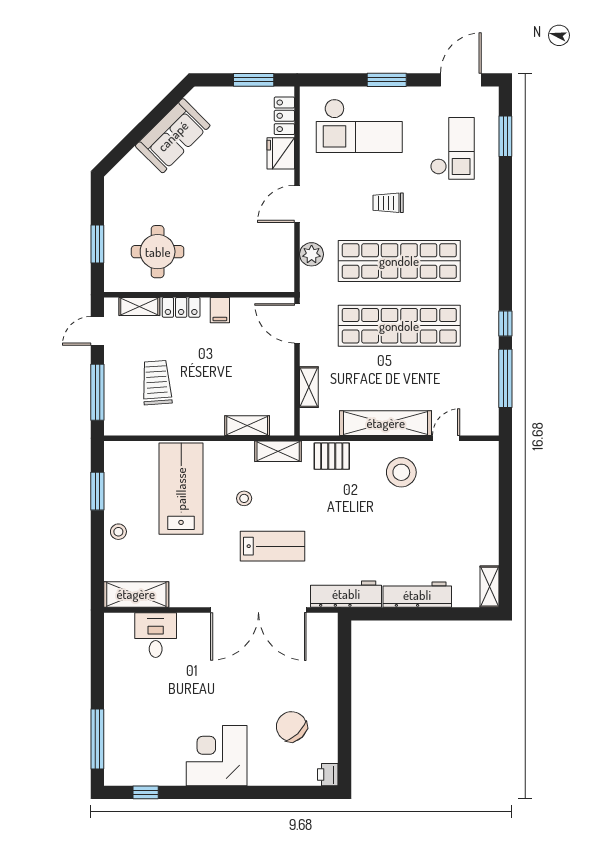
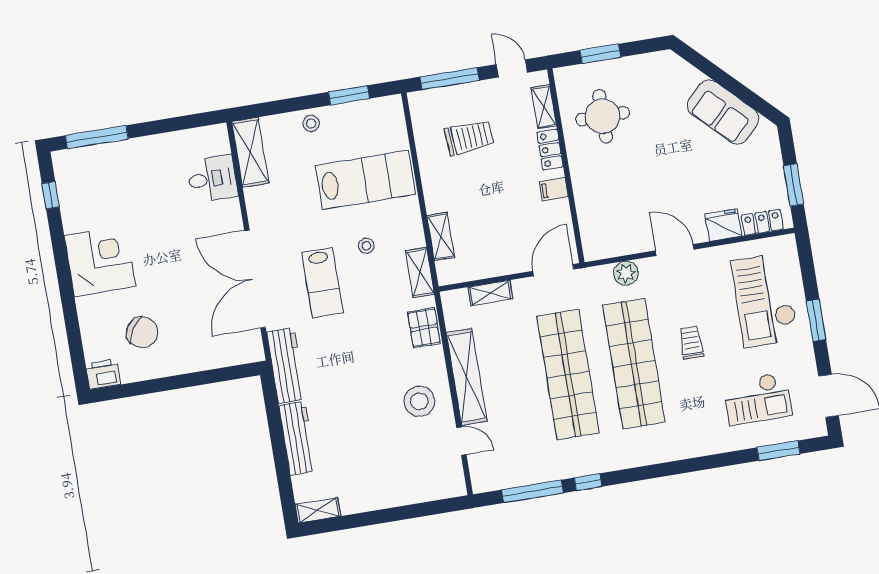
chair: (292, 727) -> (142, 332), turned 76
printer: (328, 775) -> (103, 374), width x1.36, depth x1.24

